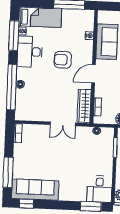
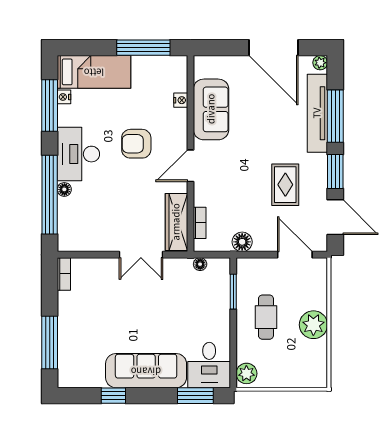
desk: (30, 52) -> (78, 154), moved
sofa: (35, 190) -> (146, 371), moved
window: (26, 204) -> (113, 396), moved

